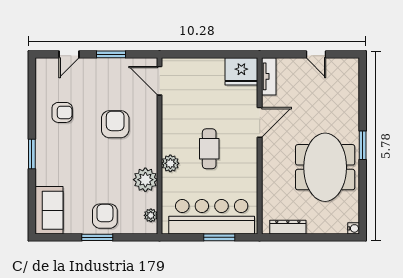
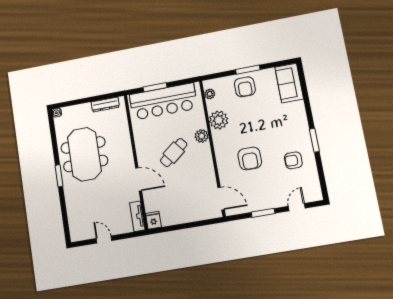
fridge: (241, 71) -> (153, 220), width x0.53, depth x0.75
door: (260, 122) -> (139, 179), swing flipped
cafe table: (209, 149) -> (174, 153), turned 51
window: (32, 154) -> (314, 140), moved

